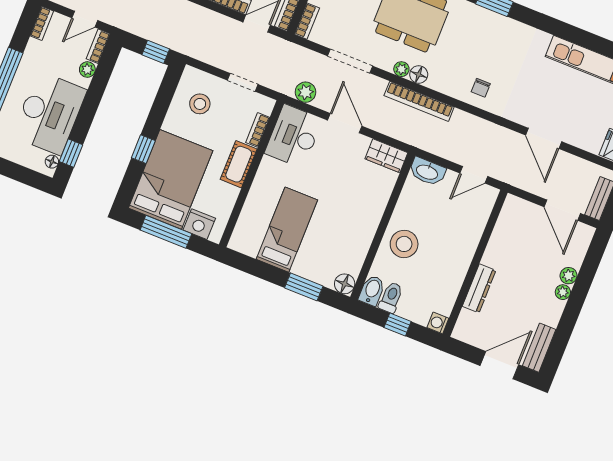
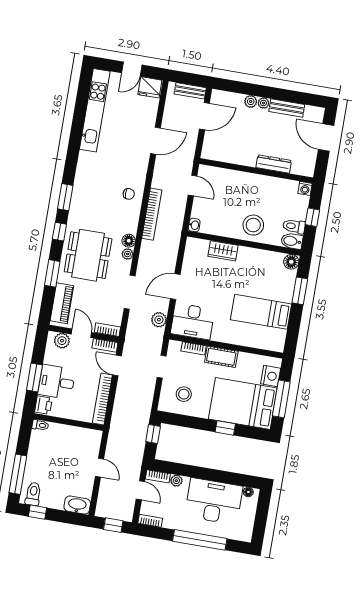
bookcase: (419, 101) -> (152, 214), moved
window: (71, 153) -> (239, 480), removed
wardrobe: (386, 156) -> (223, 251), moved, turned 90
washbasin: (427, 172) -> (194, 225), width x0.52, depth x0.69
bench: (539, 348) -> (287, 108), moved

